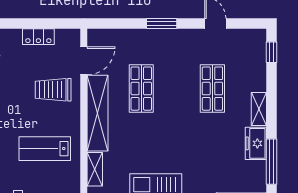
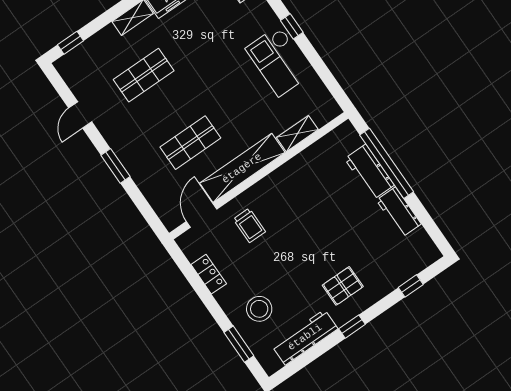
door: (84, 61) -> (202, 215), hinge flipped
trolley: (53, 90) -> (249, 225), width x0.73, depth x0.72
lab bench: (45, 149) -> (311, 195), removed

